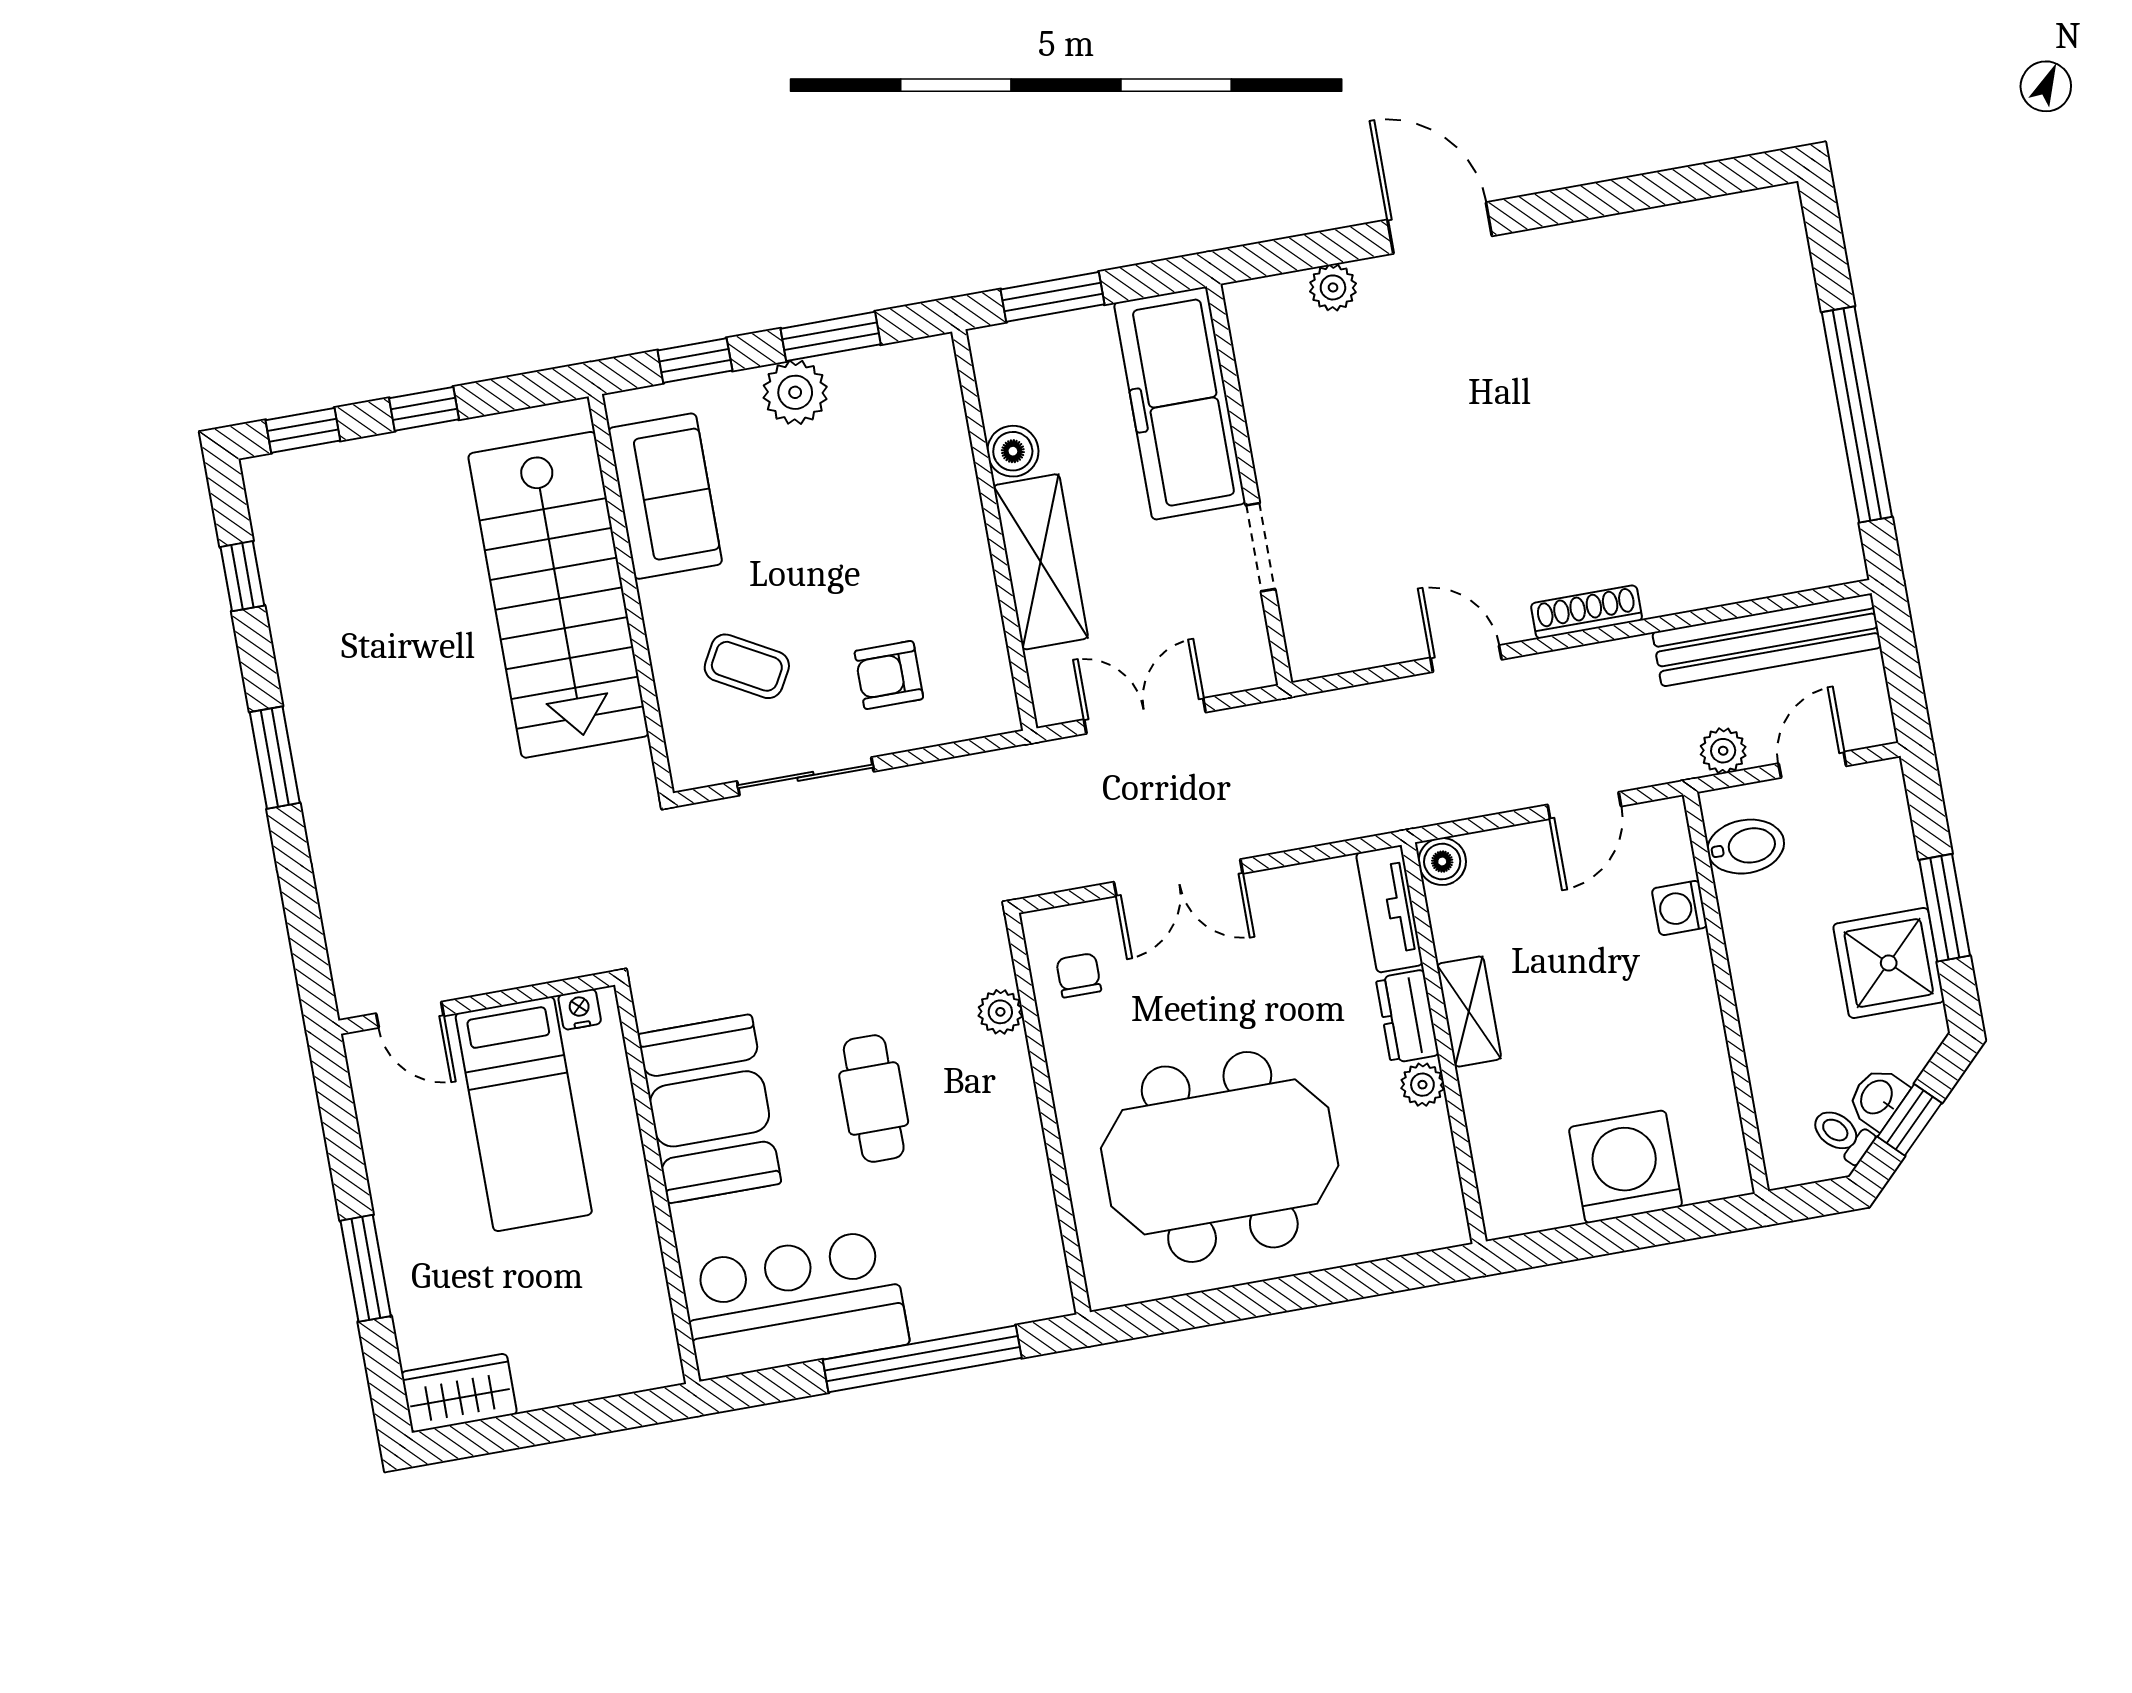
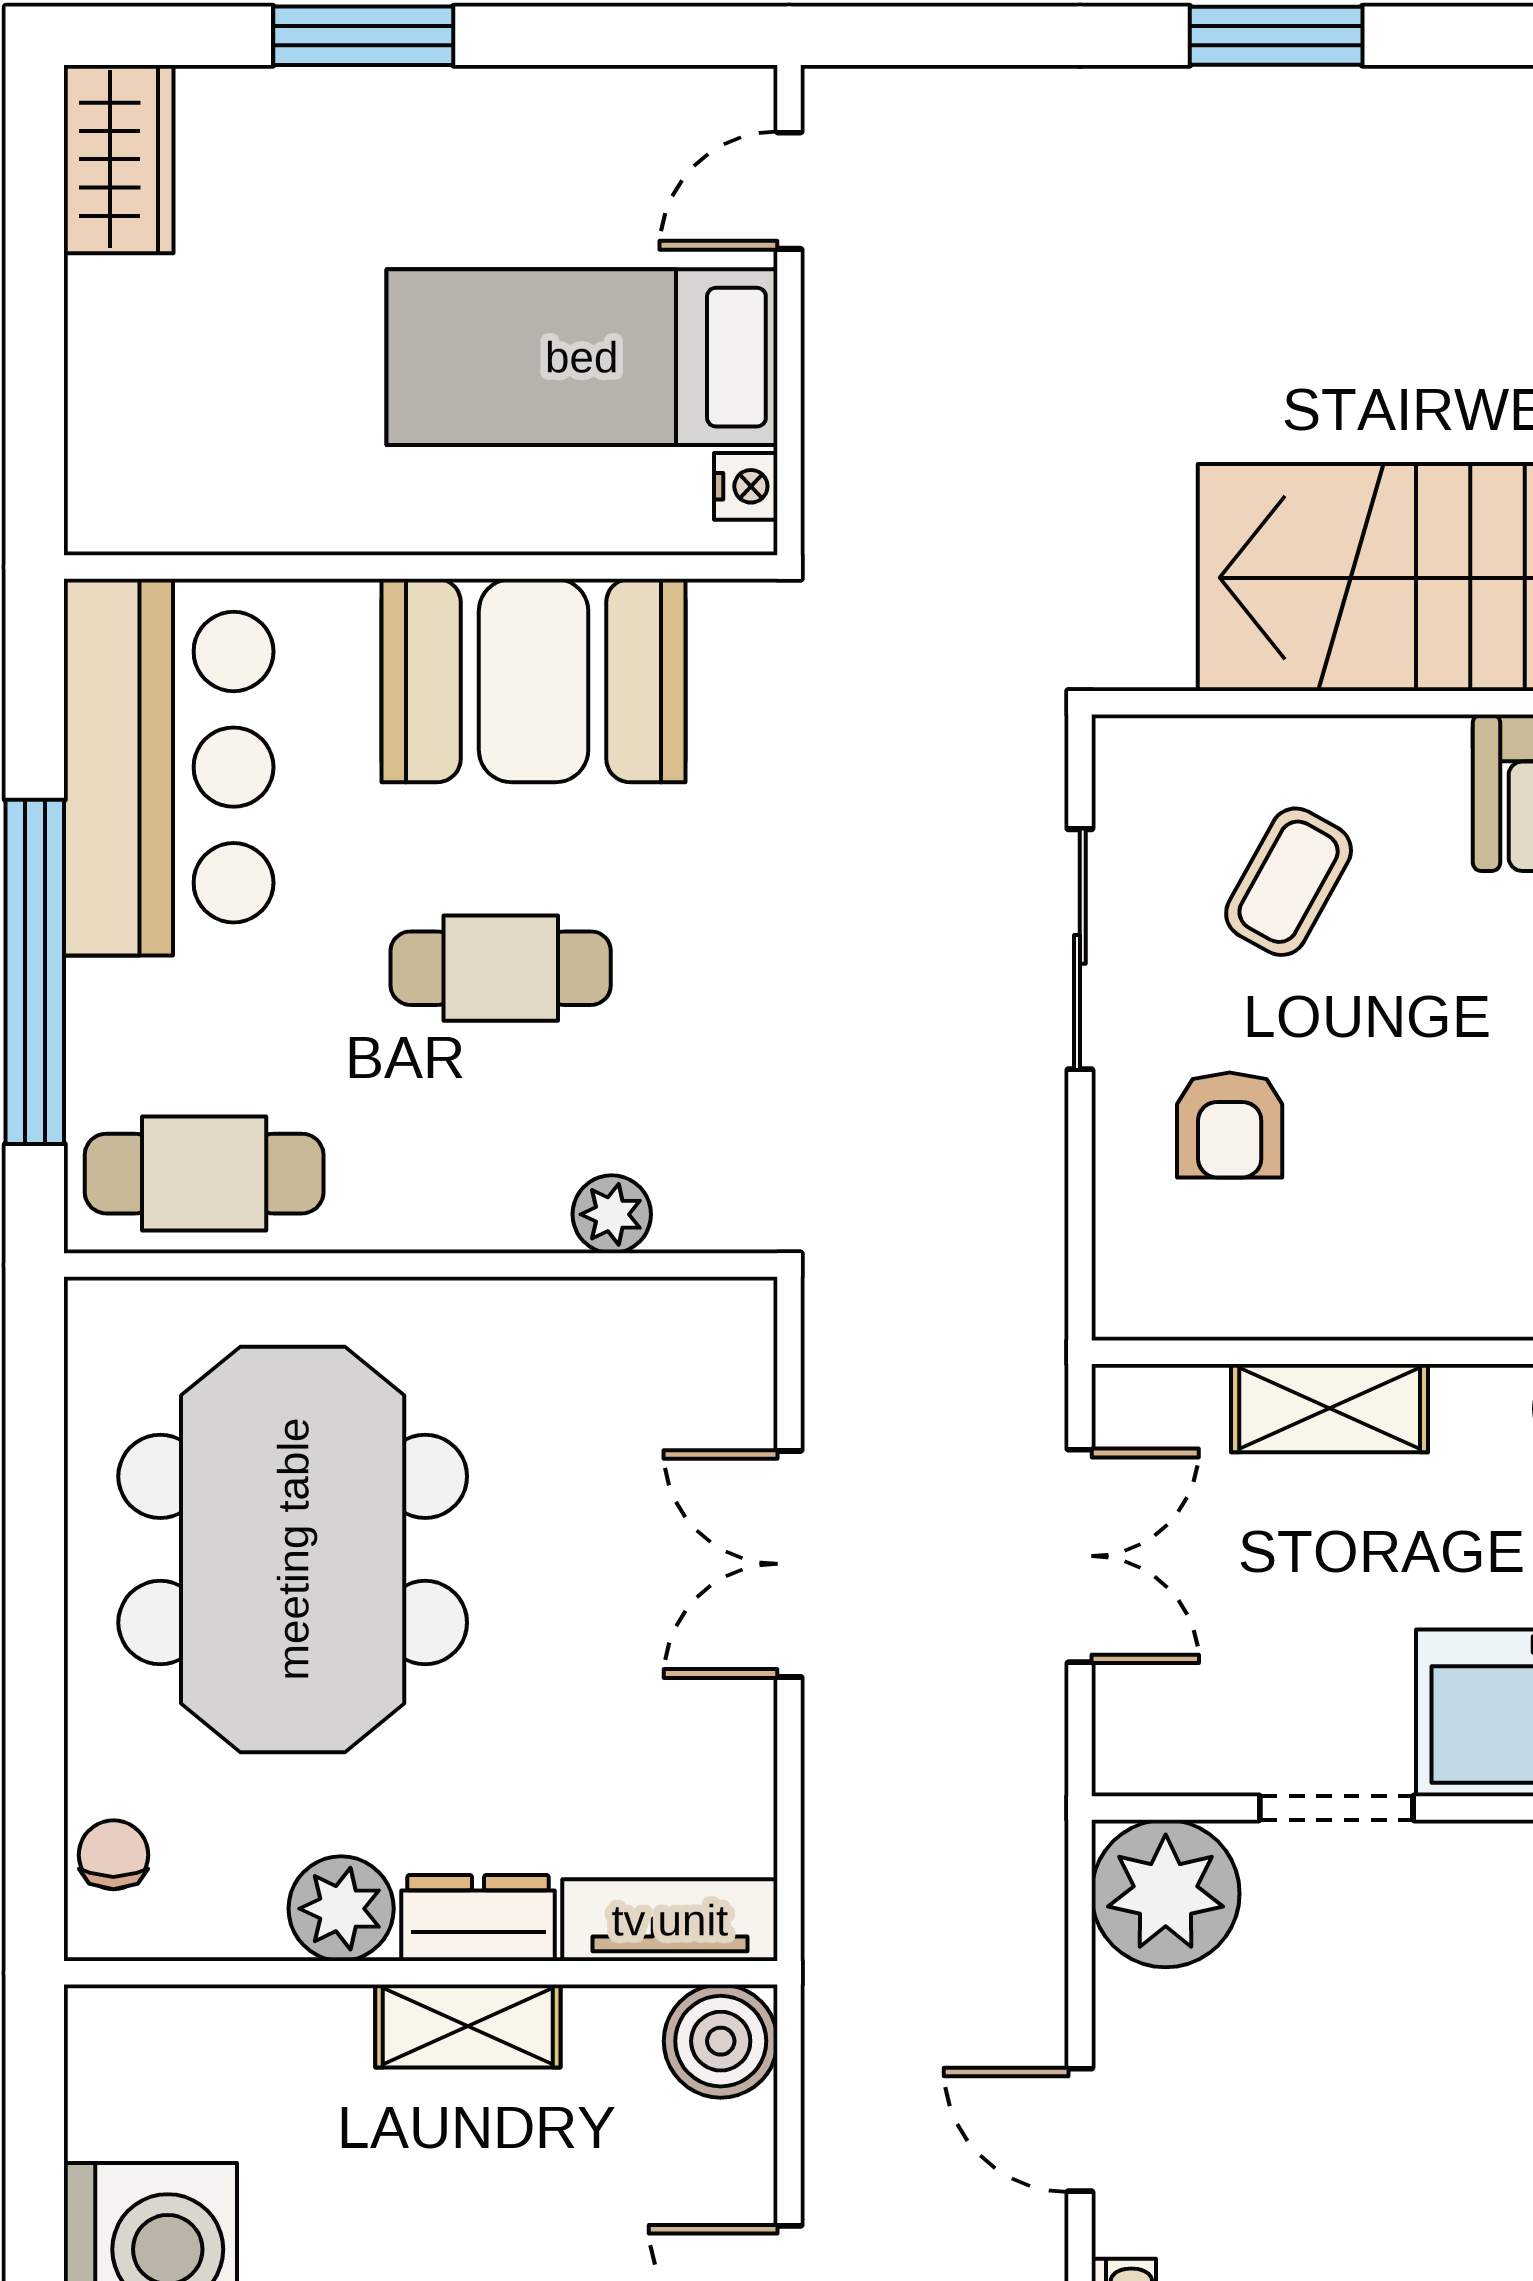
shelving: (1041, 562) -> (1330, 1408), width x0.67, depth x0.75
plant: (1325, 634) -> (1166, 1894), added
door: (1466, 659) -> (1080, 2130), swing flipped
armchair: (889, 675) -> (1230, 1125), turned 180
boiler: (1442, 862) -> (721, 2041), width x1.36, depth x1.36
chair: (1079, 975) -> (113, 1855), moved, turned -90
plant: (1422, 1085) -> (341, 1909), width x1.38, depth x1.38
cafe table: (1018, 1244) -> (204, 1174), added

